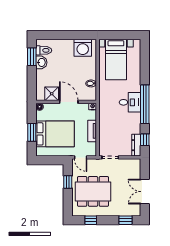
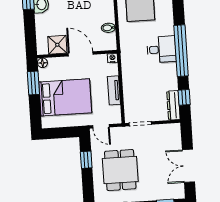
window: (32, 132) -> (33, 83), moved
dining table: (93, 191) -> (120, 170), width x0.73

